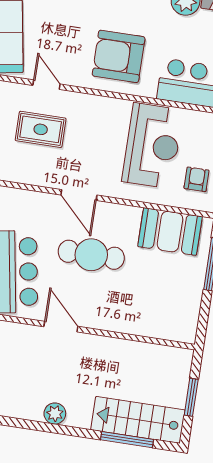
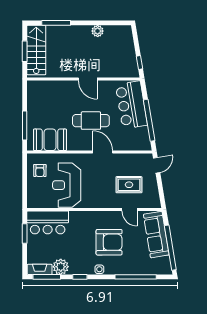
armchair: (119, 56) -> (109, 242), moved
door: (61, 327) -> (88, 79), moved
stairs: (138, 420) -> (36, 50), moved, turned -90

